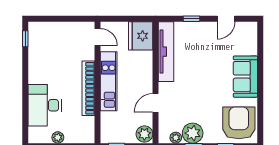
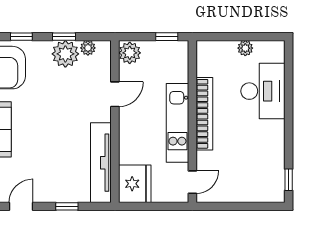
door: (97, 37) -> (192, 182), swing flipped

